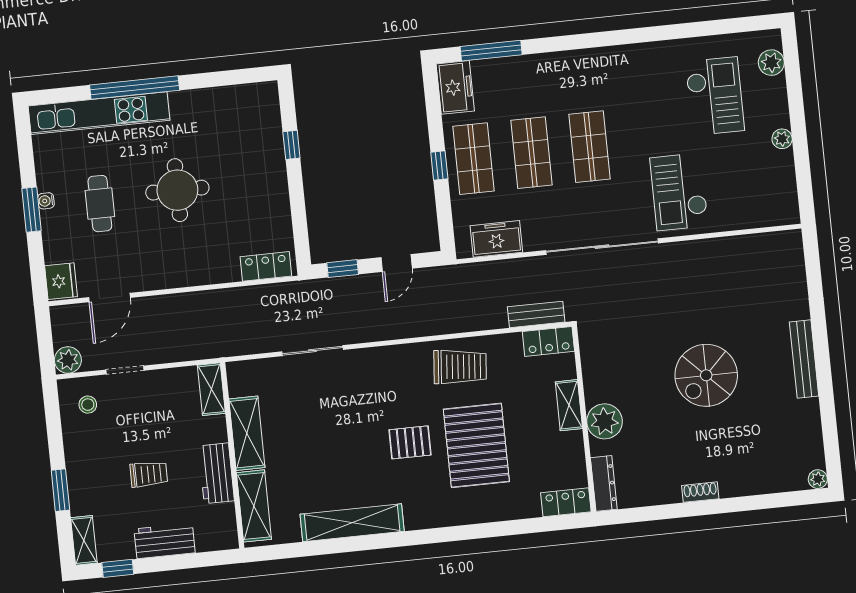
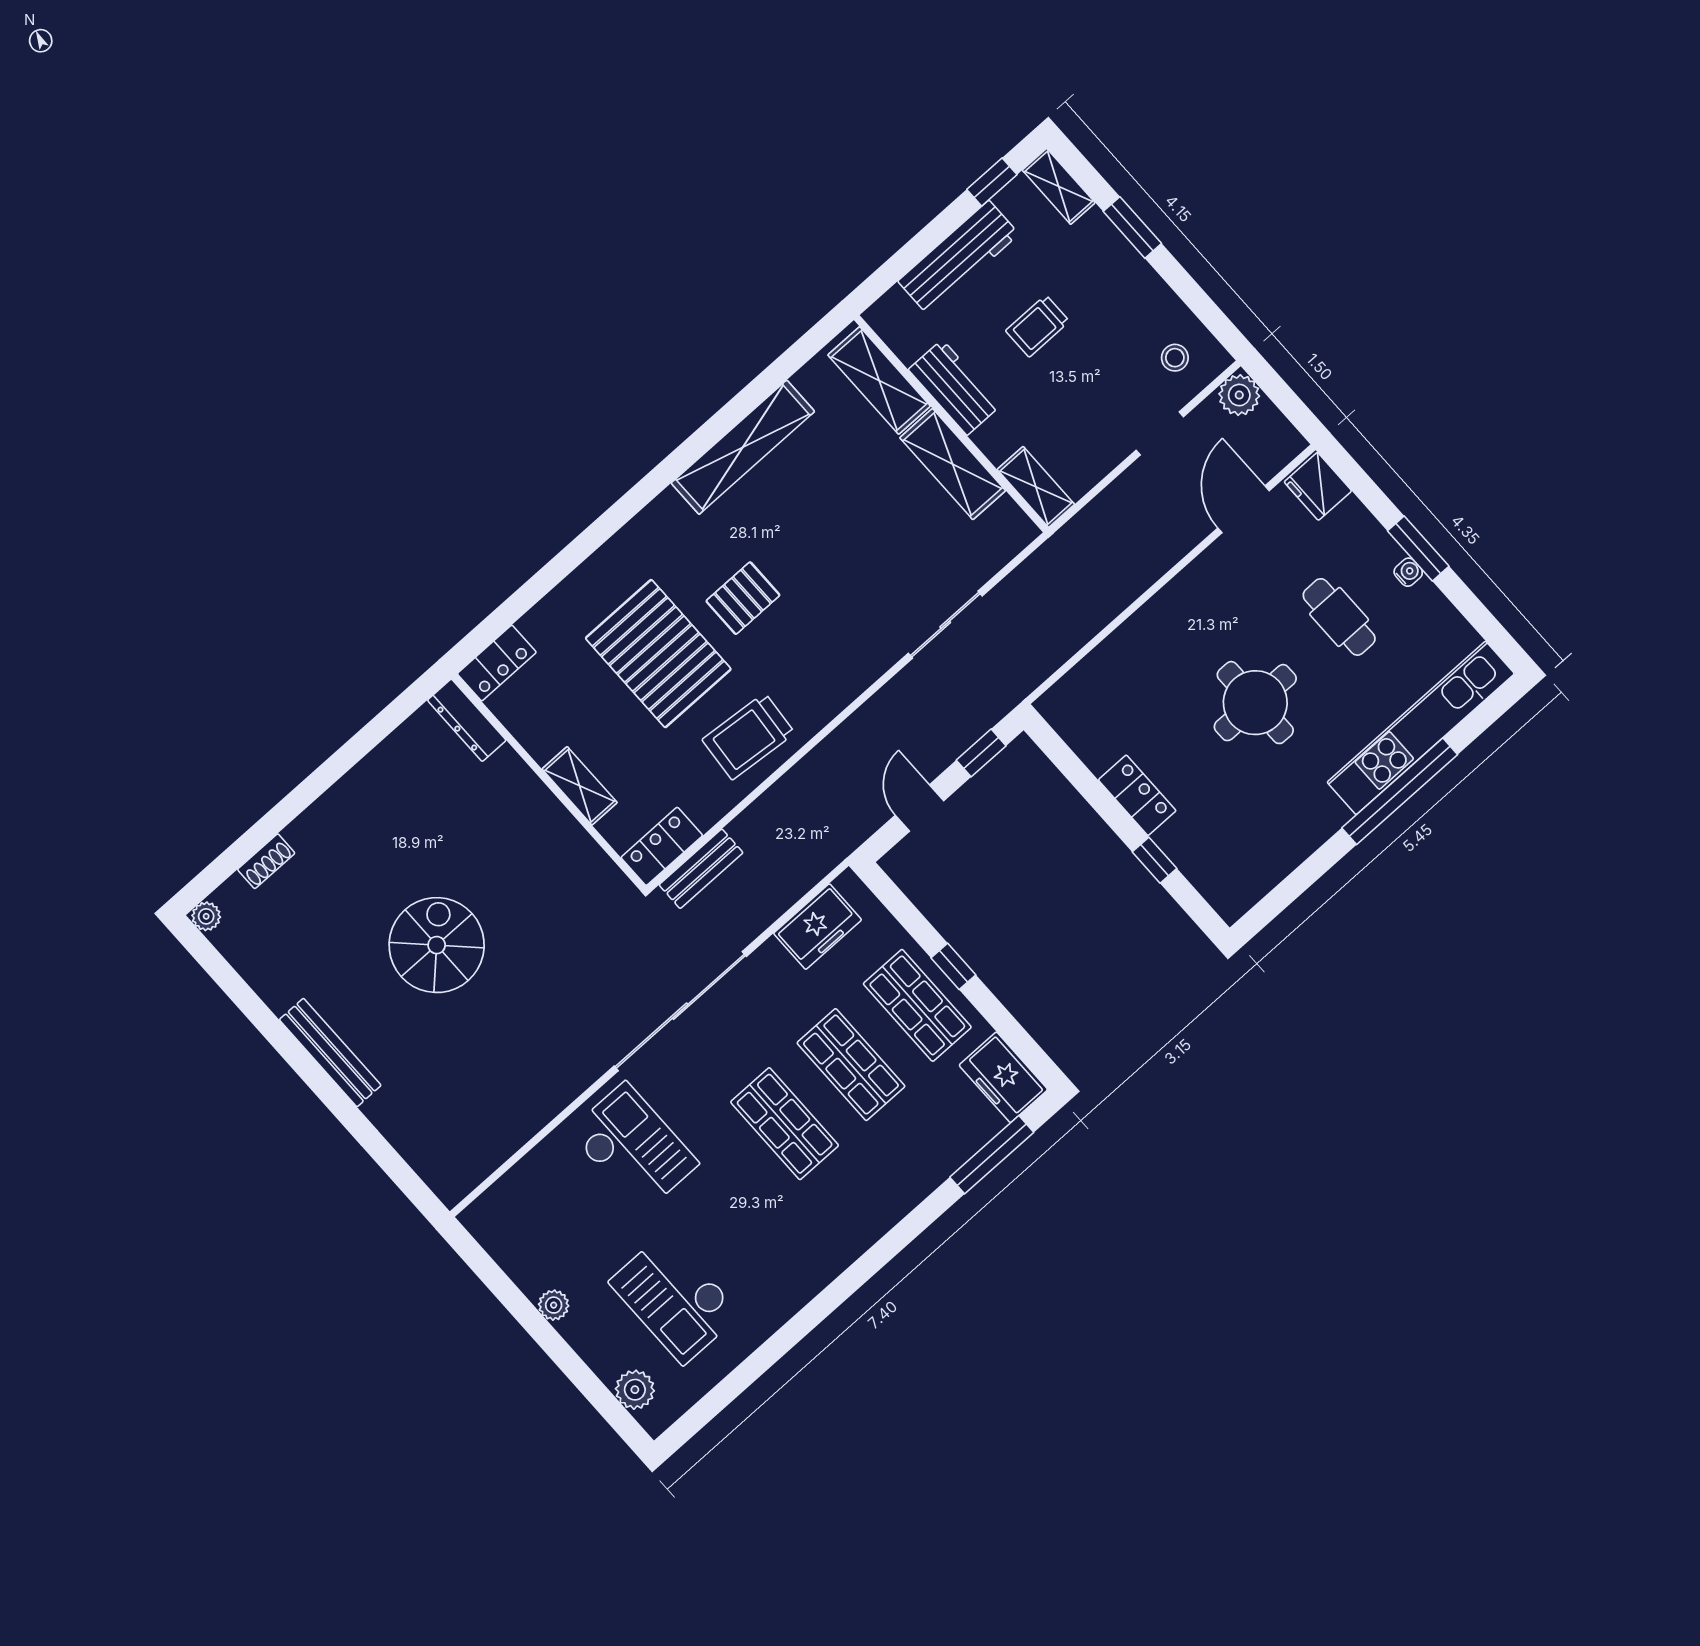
locker: (266, 266) -> (1137, 795), moved, turned -90
plant: (605, 421) -> (521, 798), removed
shoe rack: (700, 492) -> (266, 861), moved
workbench: (165, 541) -> (958, 258), width x1.38

